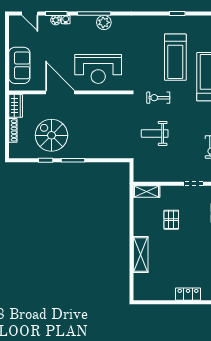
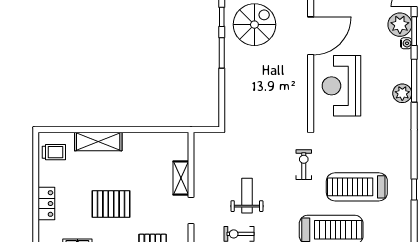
plant: (56, 20) -> (400, 25), width x1.88, depth x1.88
weight bench: (155, 133) -> (247, 196), moved
shelving: (147, 191) -> (181, 178), moved
pallet: (171, 220) -> (111, 204), moved, width x1.50, depth x1.42
trolley: (149, 288) -> (54, 152), added

